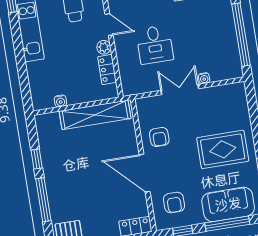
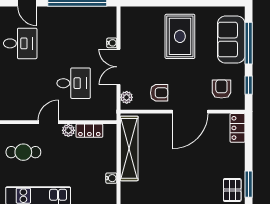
plant: (149, 103) -> (127, 97), added
armchair: (174, 203) -> (221, 89), turned -90

